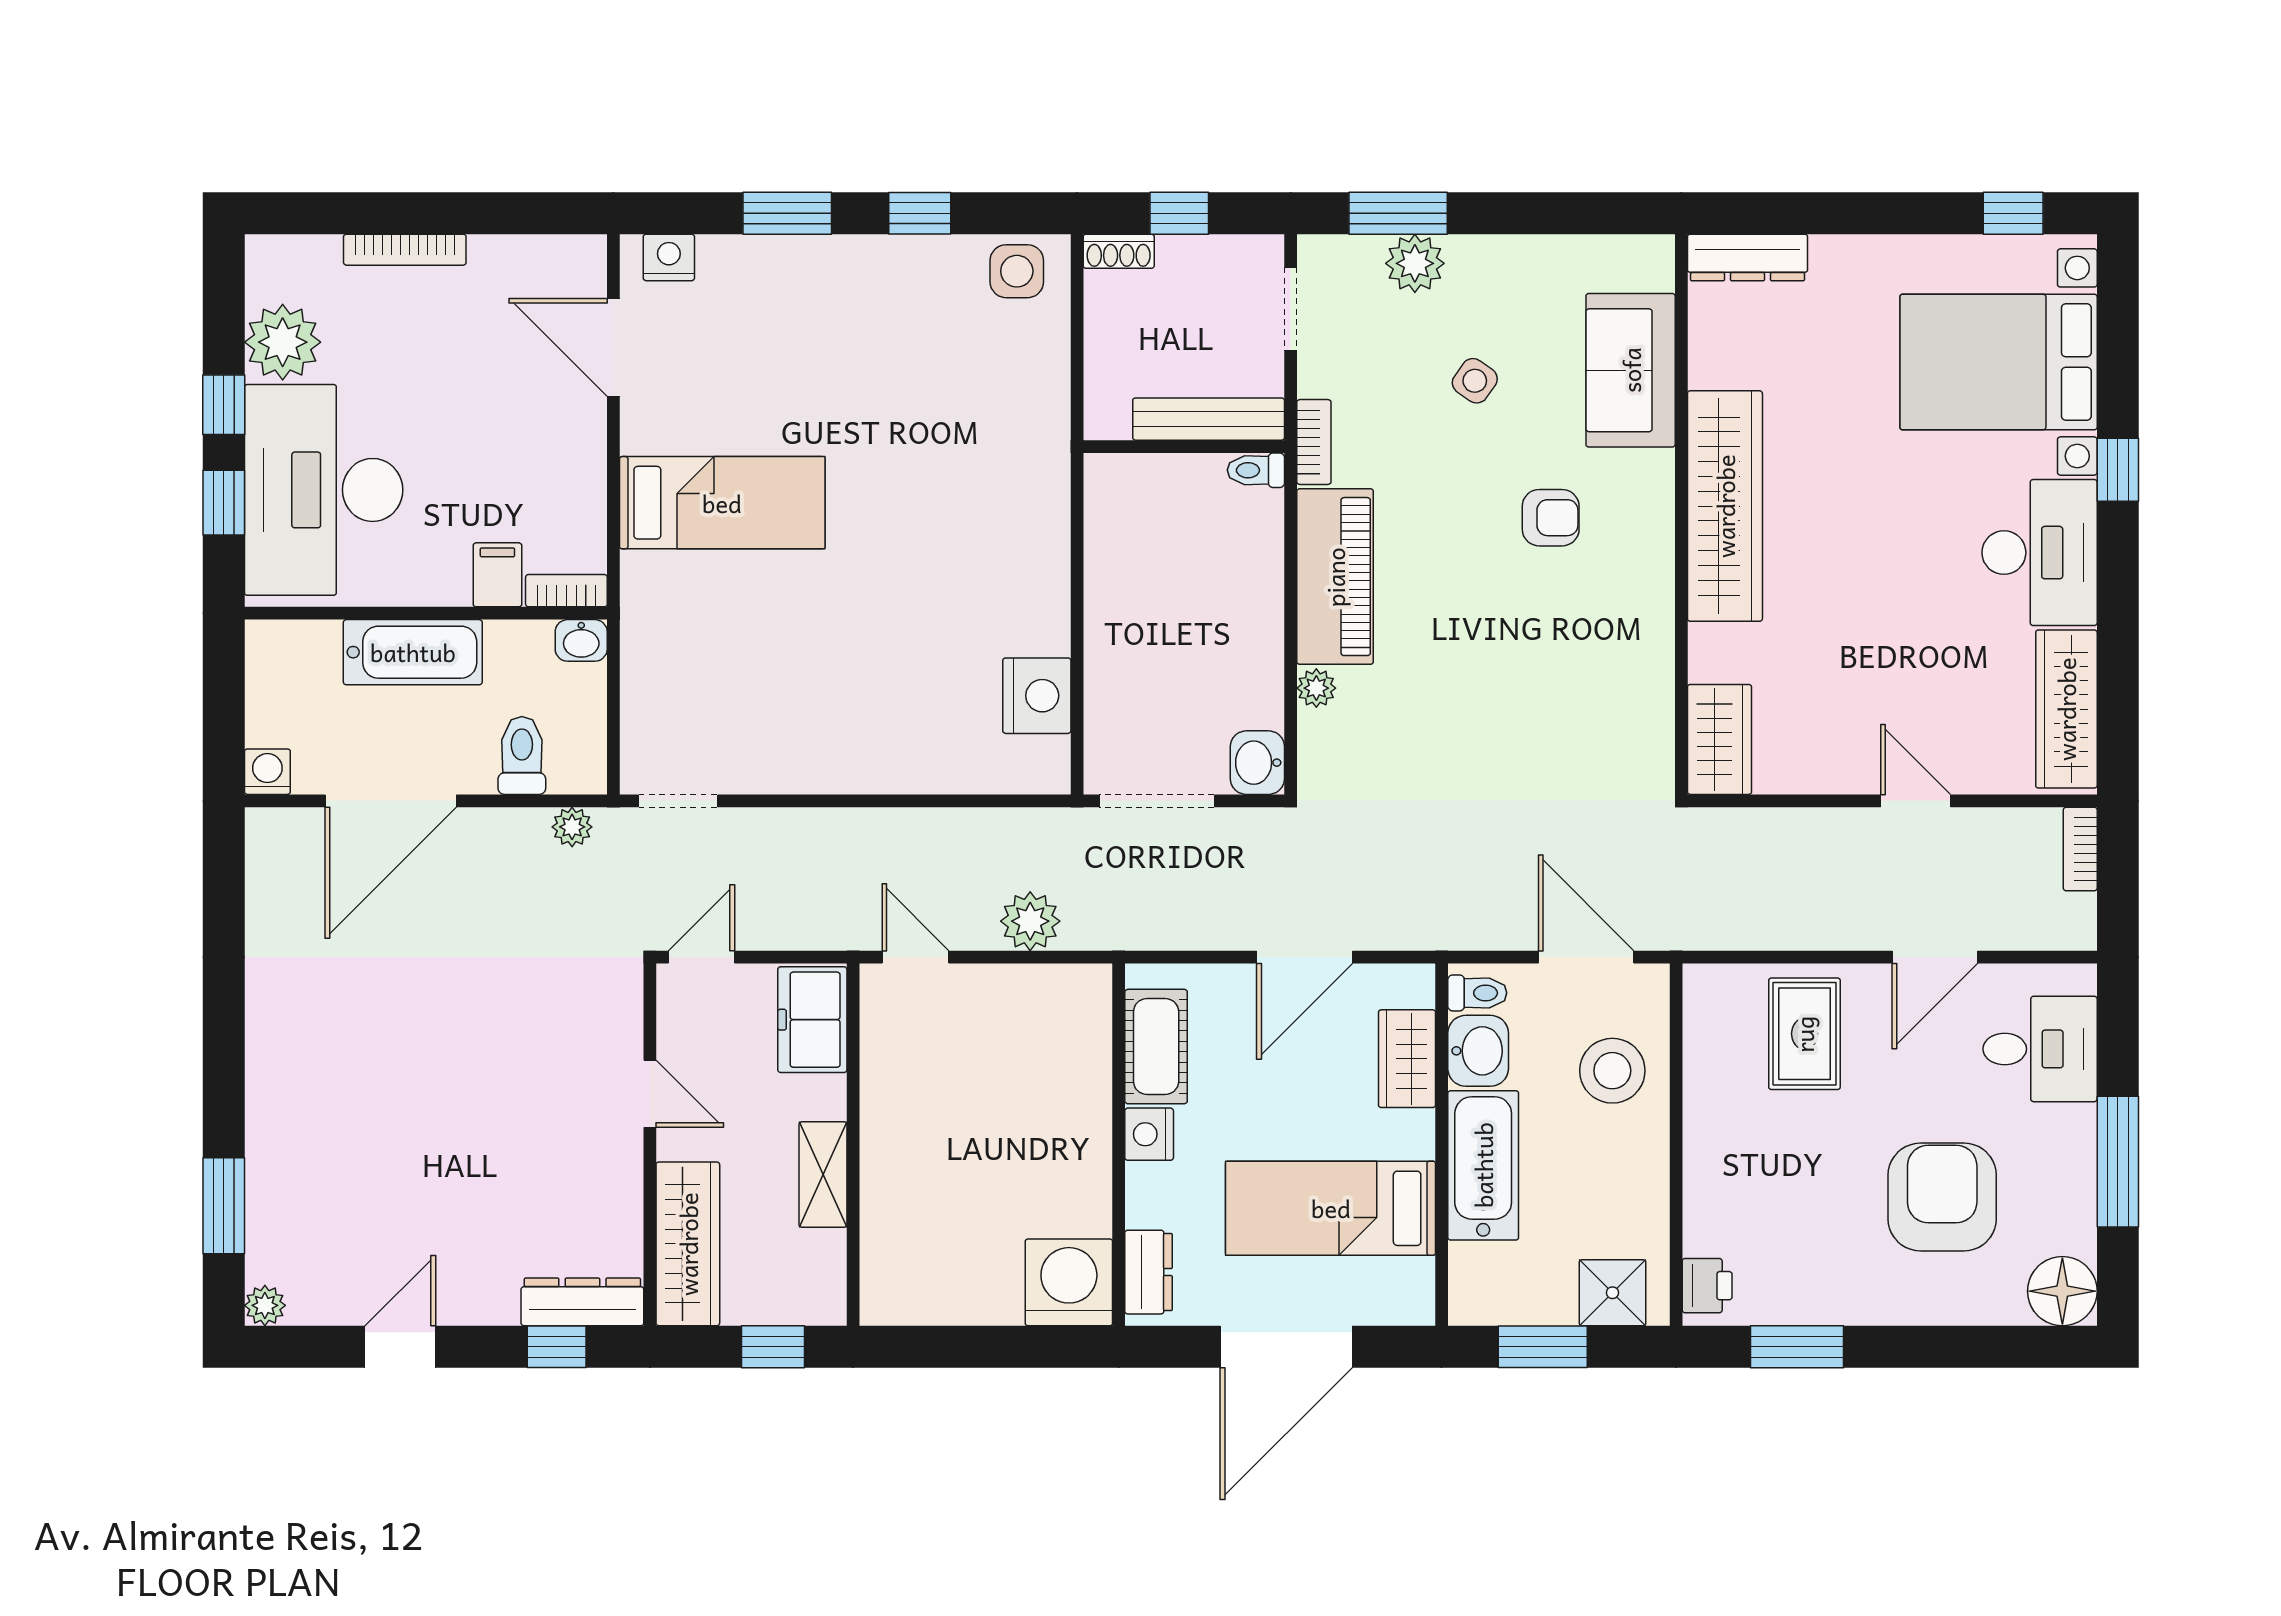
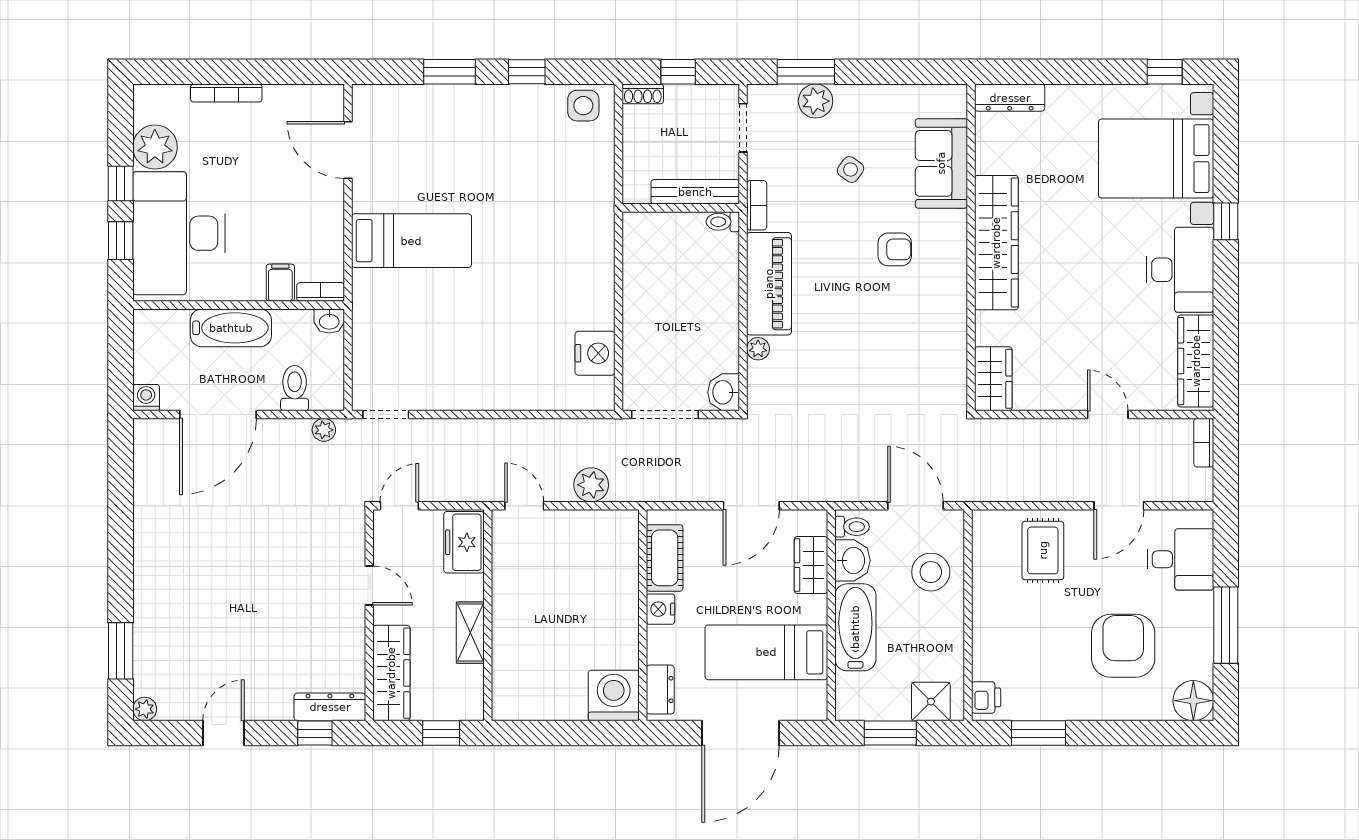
nightstand: (669, 257) -> (380, 98), removed

